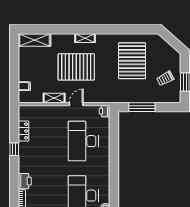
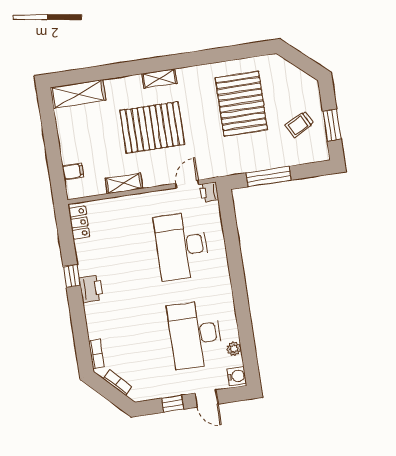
door: (76, 104) -> (187, 184), moved
locker: (24, 131) -> (79, 222), moved
printer: (25, 181) -> (91, 289), moved

